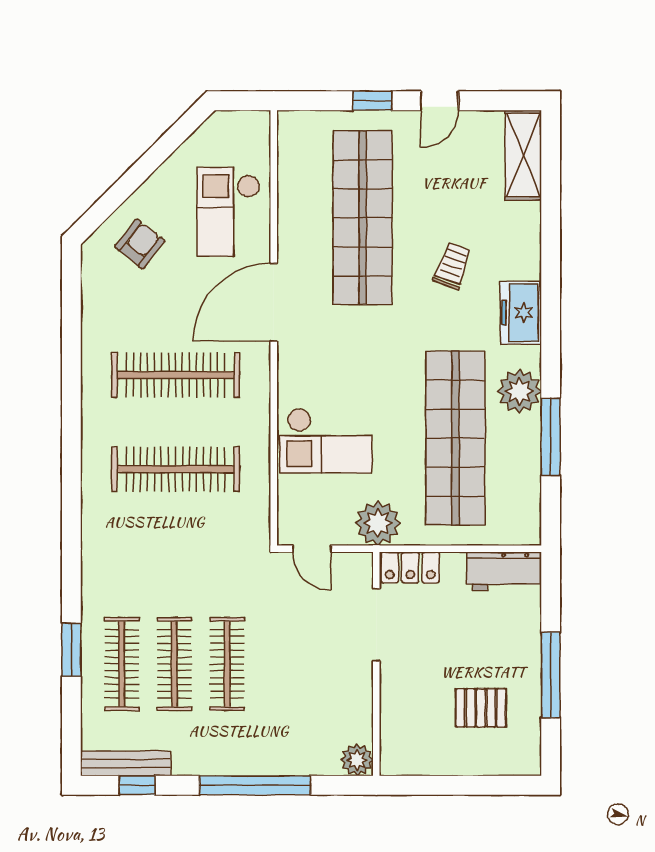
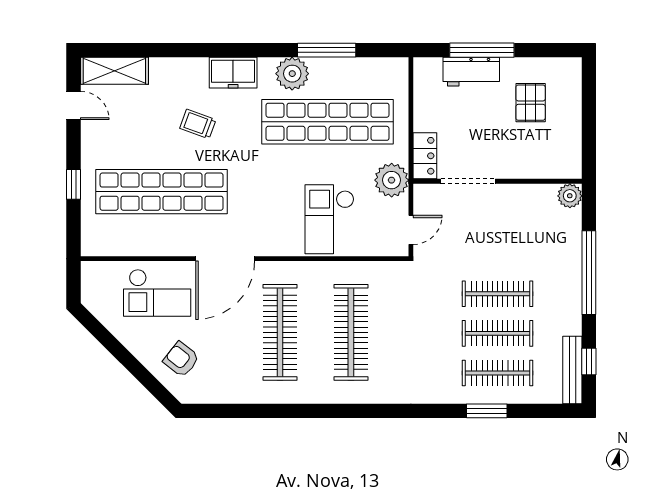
door: (440, 101) -> (73, 105), moved
door: (274, 302) -> (225, 259), hinge flipped
checkout: (326, 441) -> (329, 219), turned 180
workbench: (504, 571) -> (471, 72), moved, turned 90
window: (551, 675) -> (482, 50), moved

